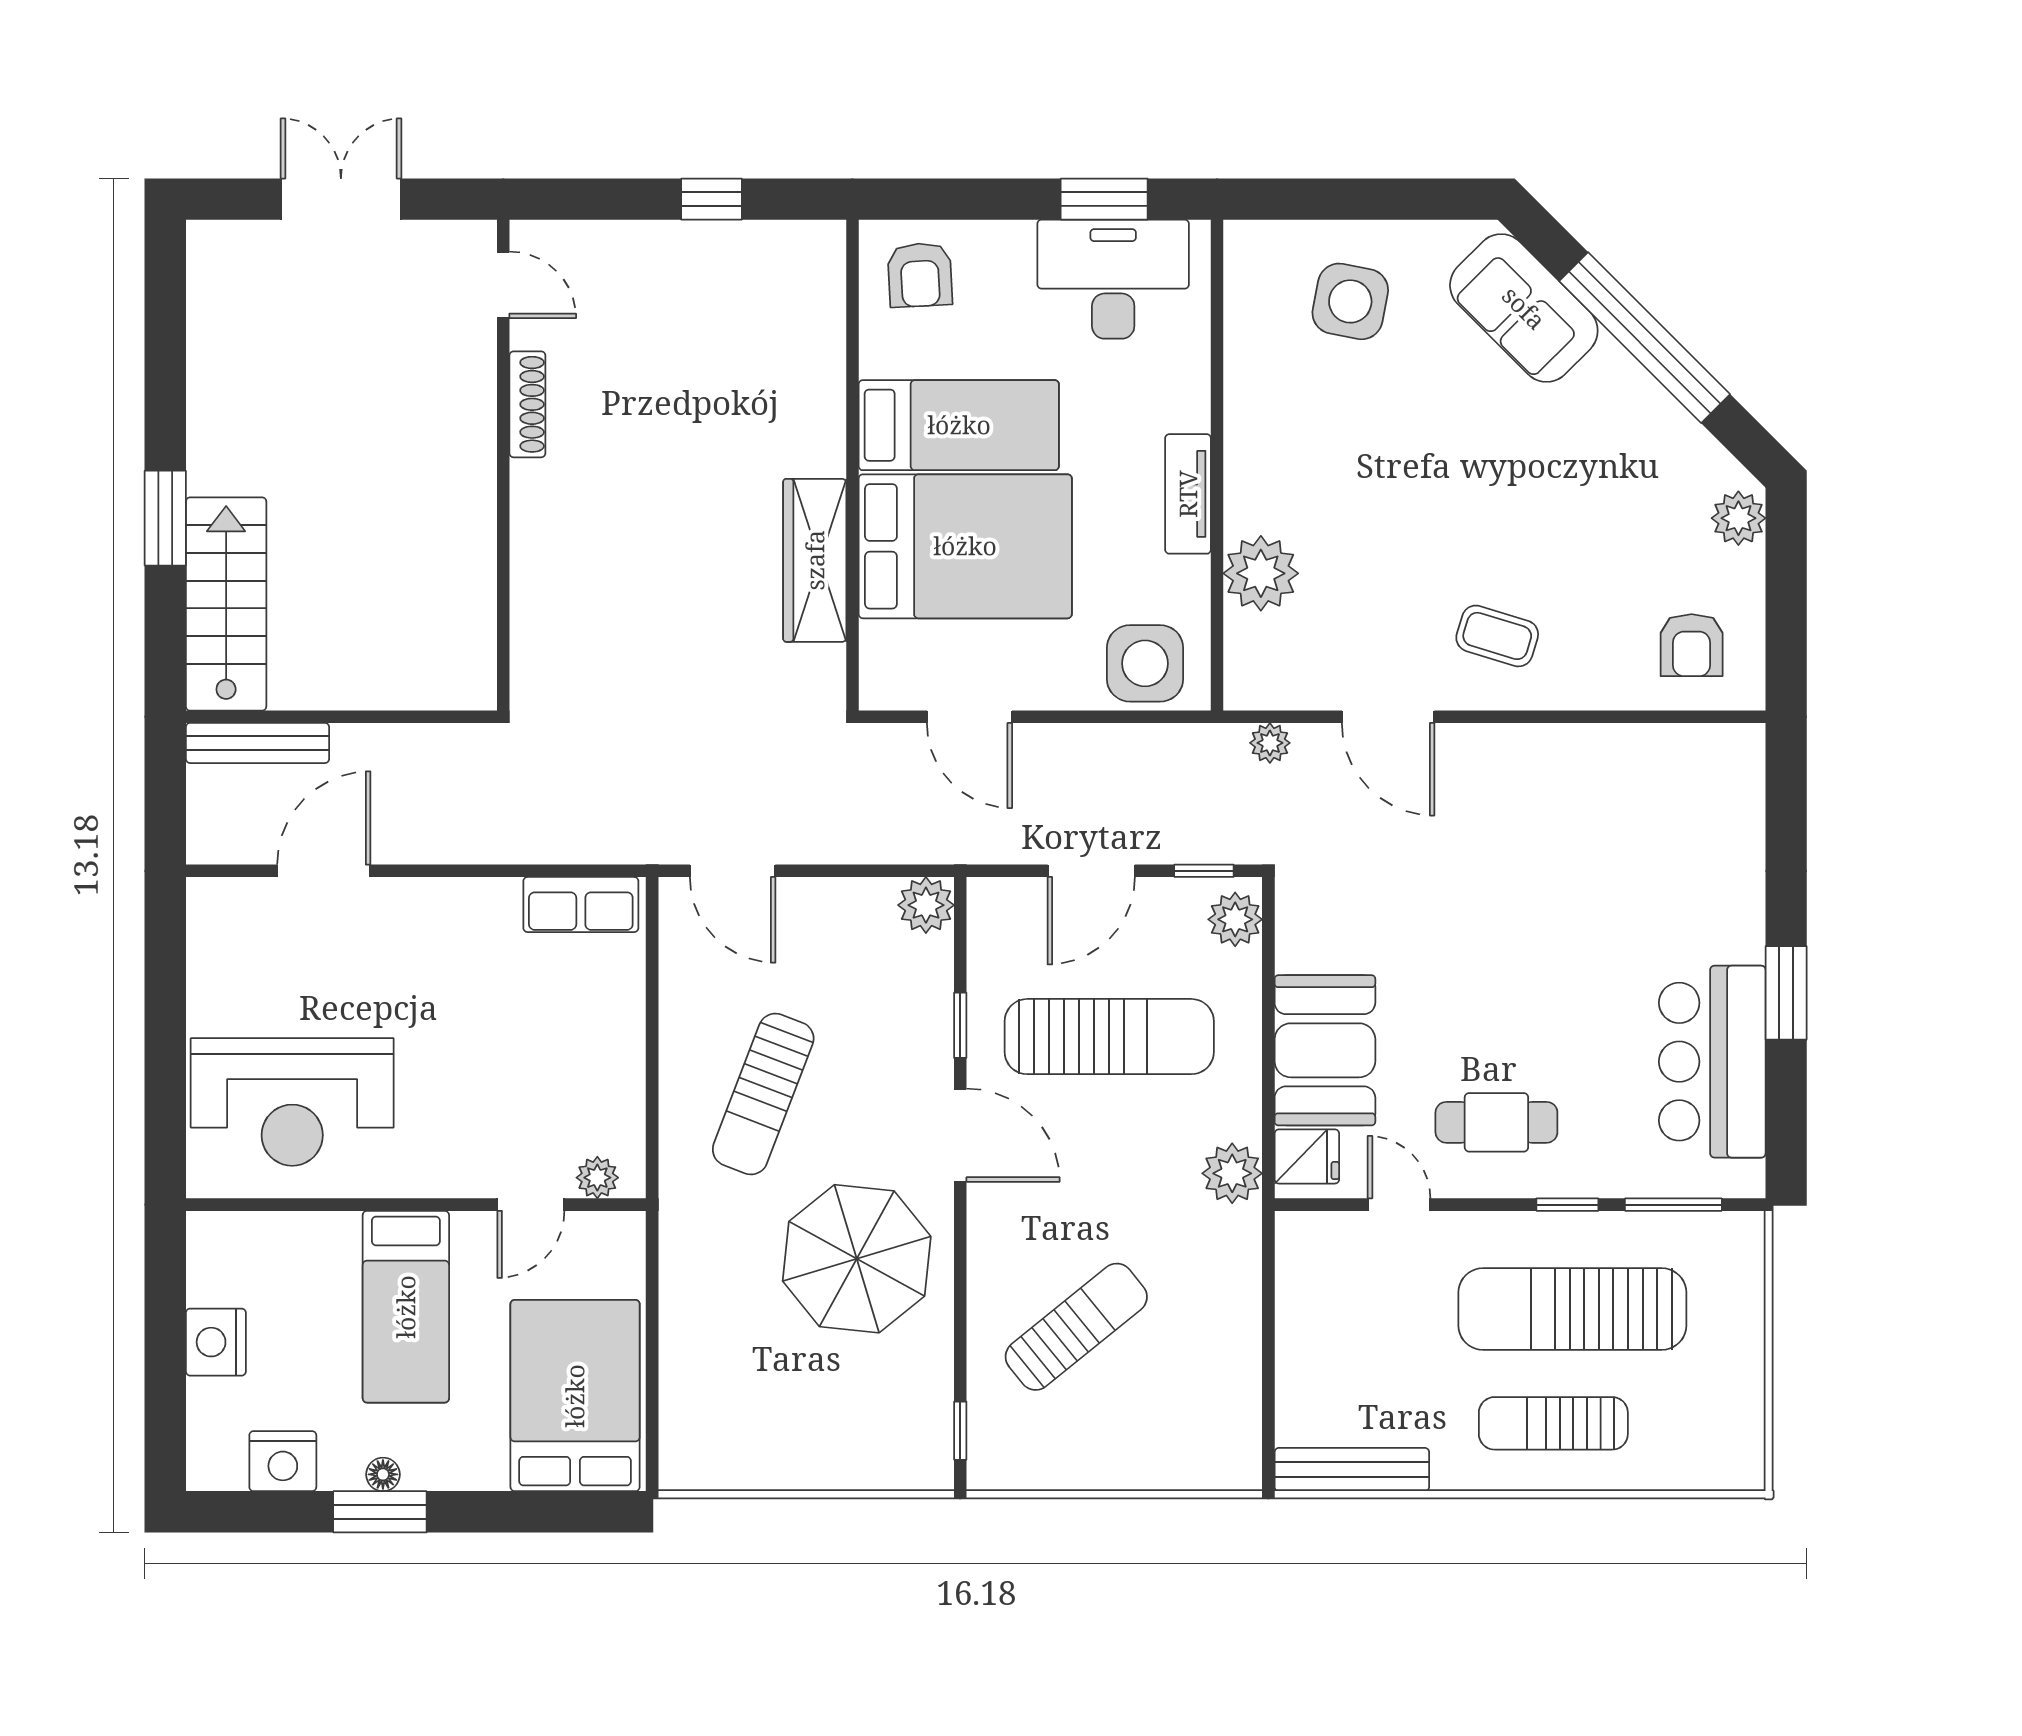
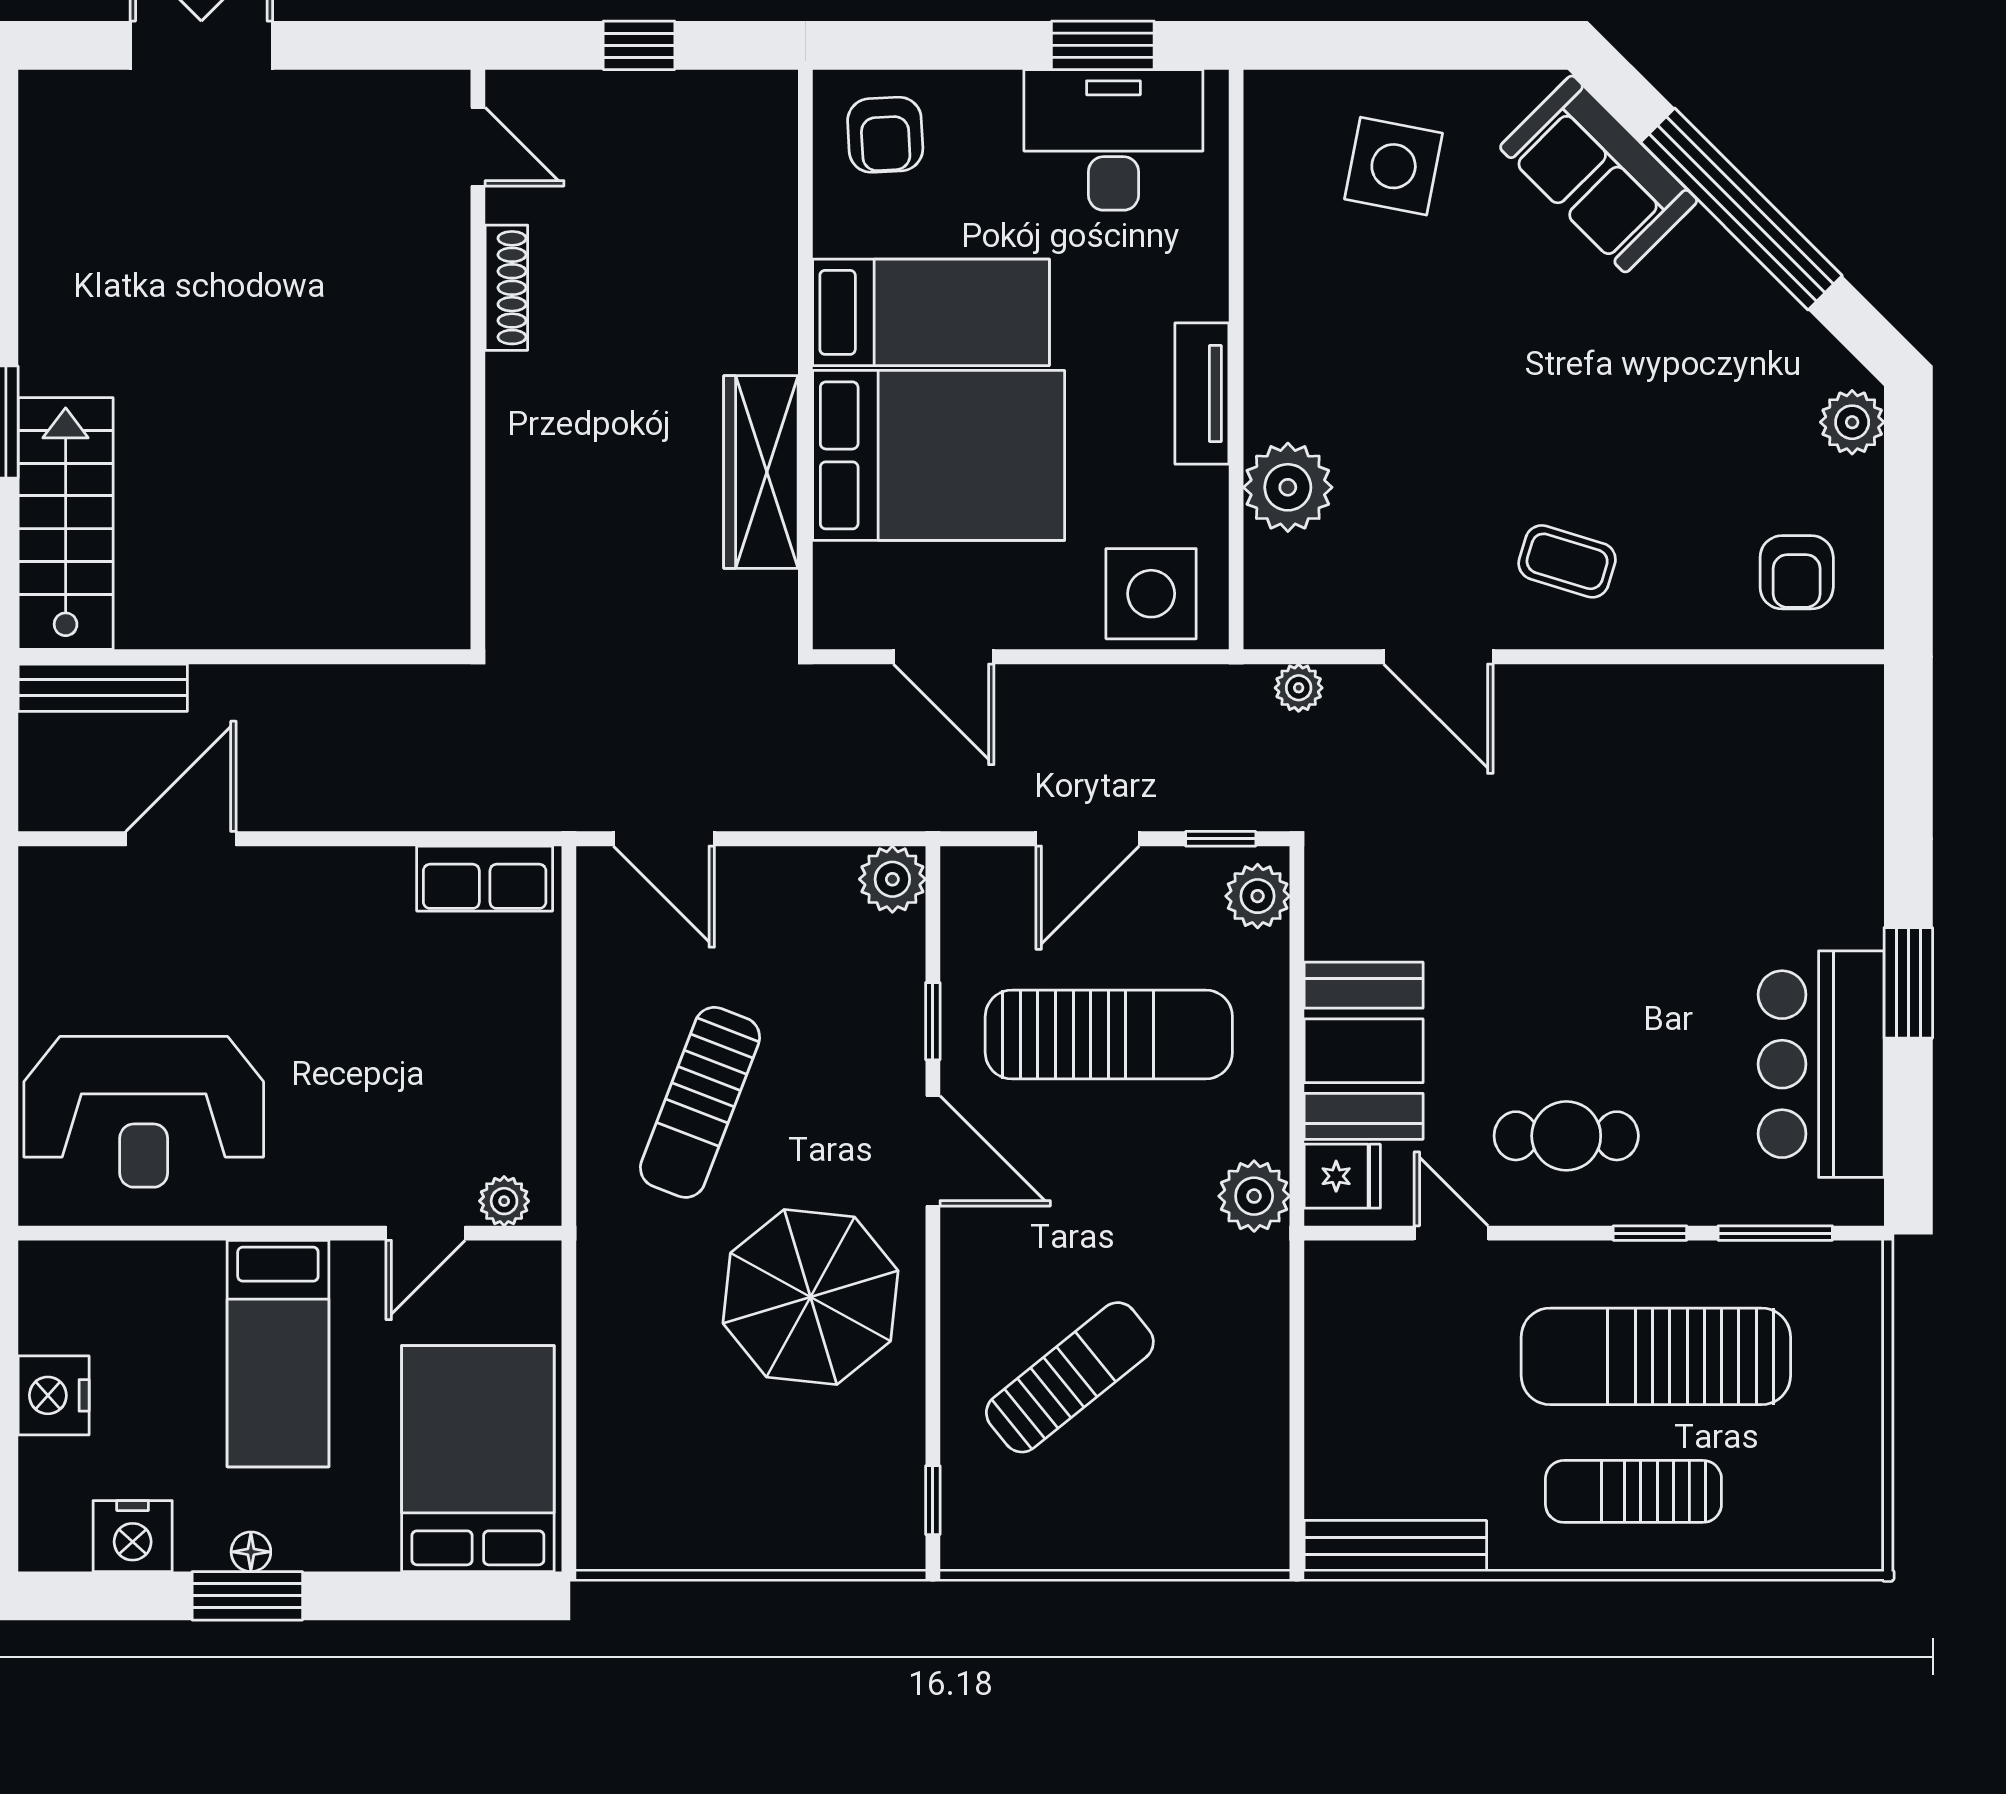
door: (503, 285) -> (478, 147), moved
shoe rack: (527, 404) -> (506, 288), moved
wall: (503, 465) -> (478, 360), moved

